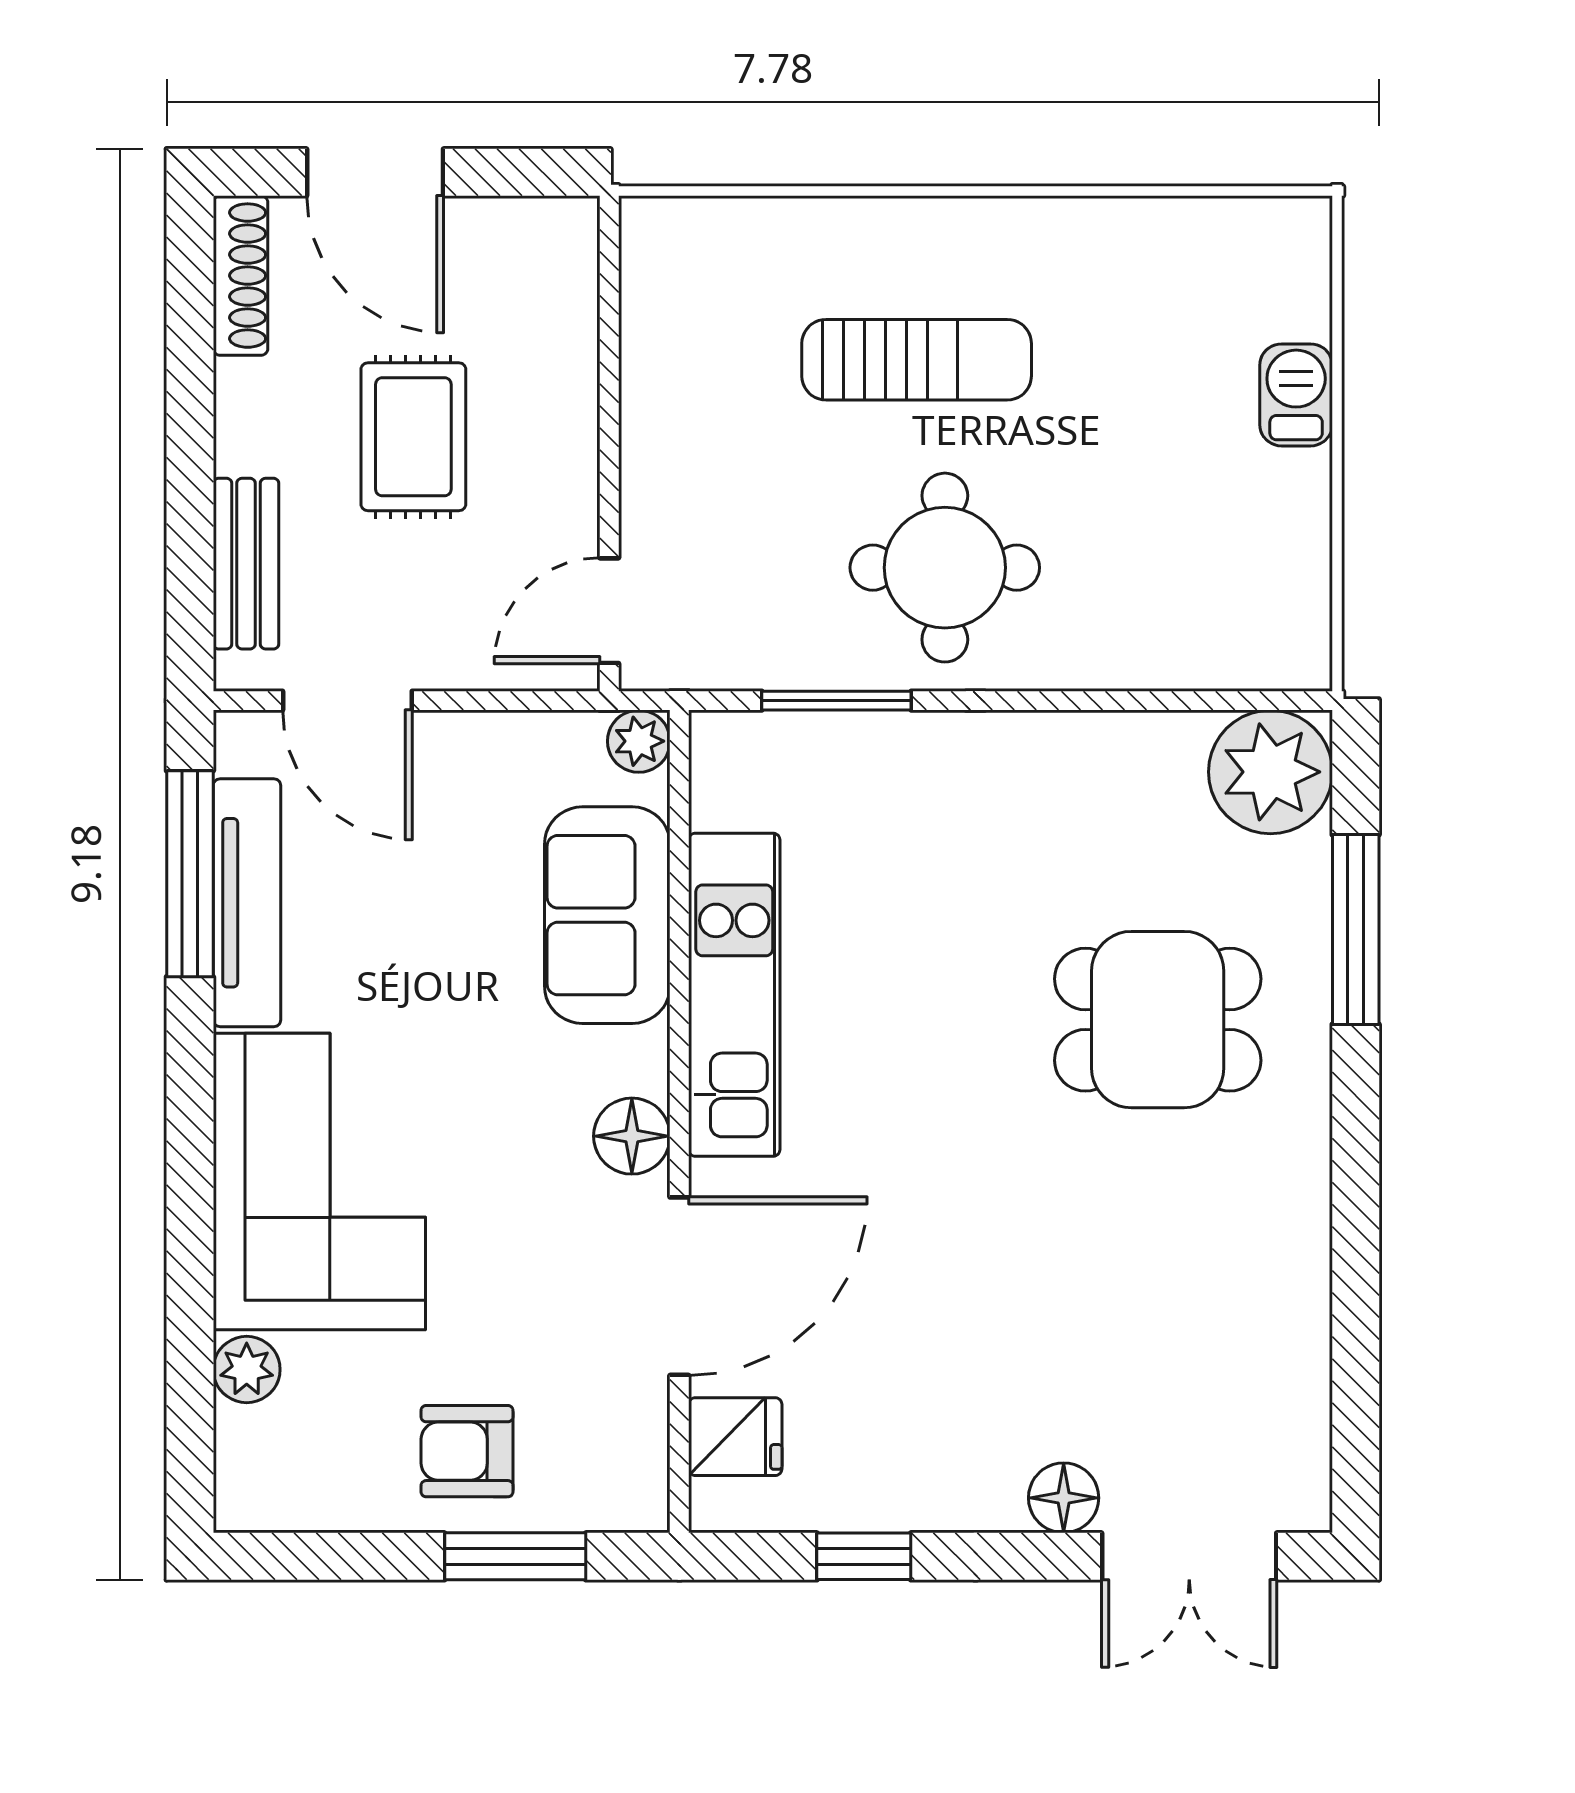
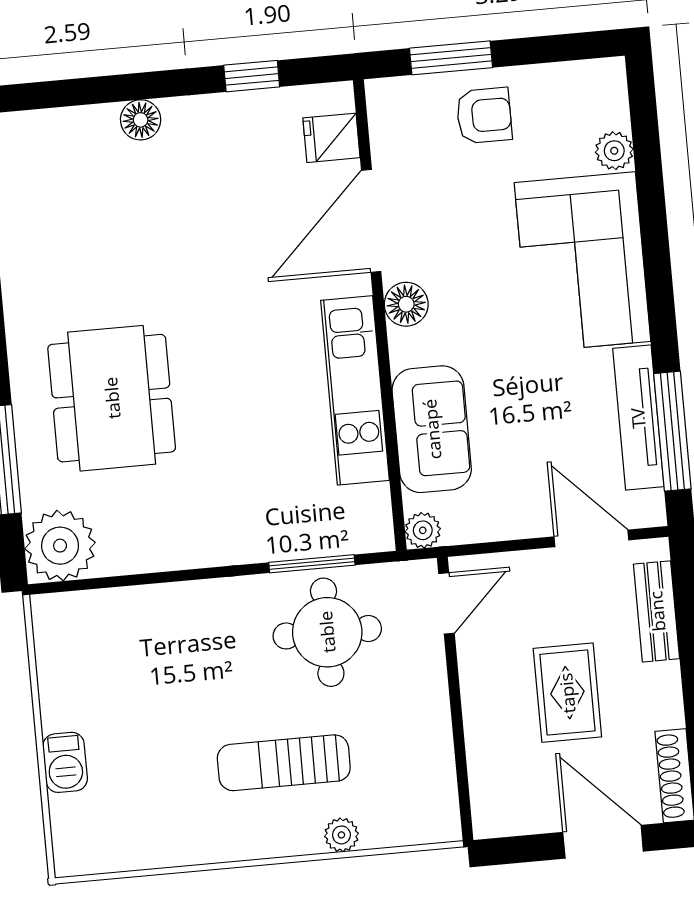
plant: (828, 226) -> (341, 835), added
round table: (945, 568) -> (327, 632), moved
dining table: (1158, 1020) -> (112, 398), width x1.38
double door: (1189, 1556) -> (66, 93), removed

